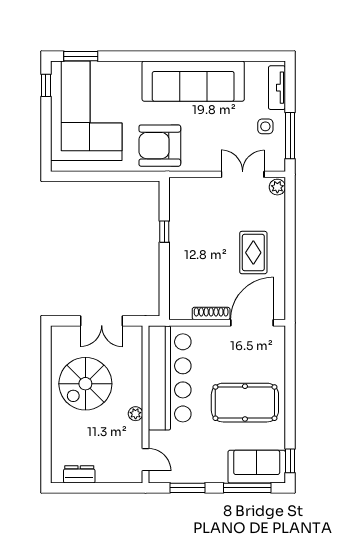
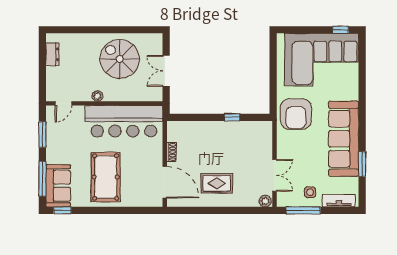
window: (81, 56) -> (362, 164), moved
armchair: (160, 146) -> (296, 114), turned 180
shoe rack: (211, 314) -> (172, 152), width x0.70

